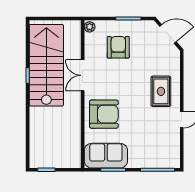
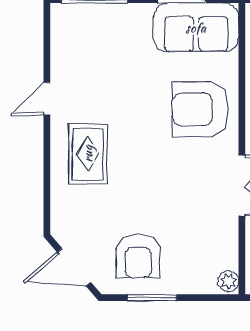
armchair: (118, 47) -> (138, 256), moved

